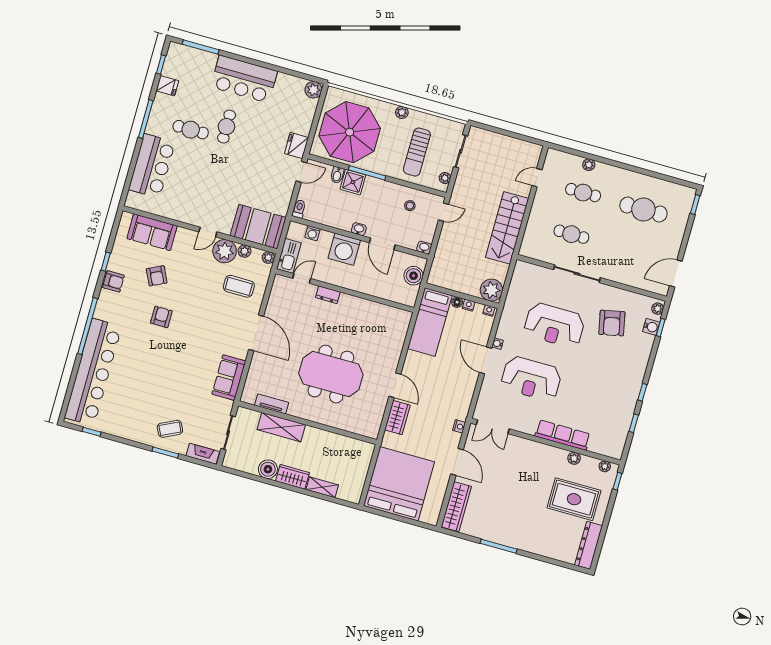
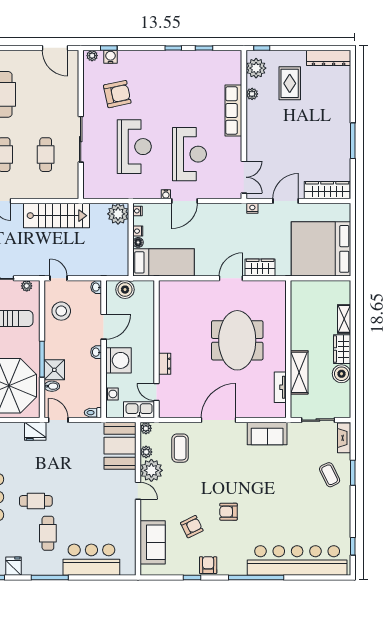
stool: (410, 206) -> (61, 311), width x1.89, depth x1.89
plant: (605, 466) -> (256, 68), width x1.88, depth x1.88
rug: (574, 499) -> (290, 83), width x0.73, depth x0.70

